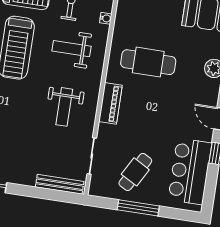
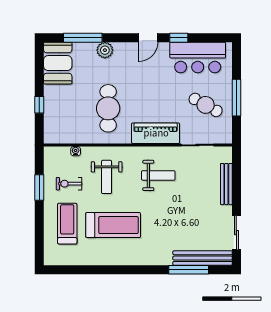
piano: (110, 103) -> (156, 133), width x1.37, depth x1.33
bench: (60, 184) -> (226, 184), moved

